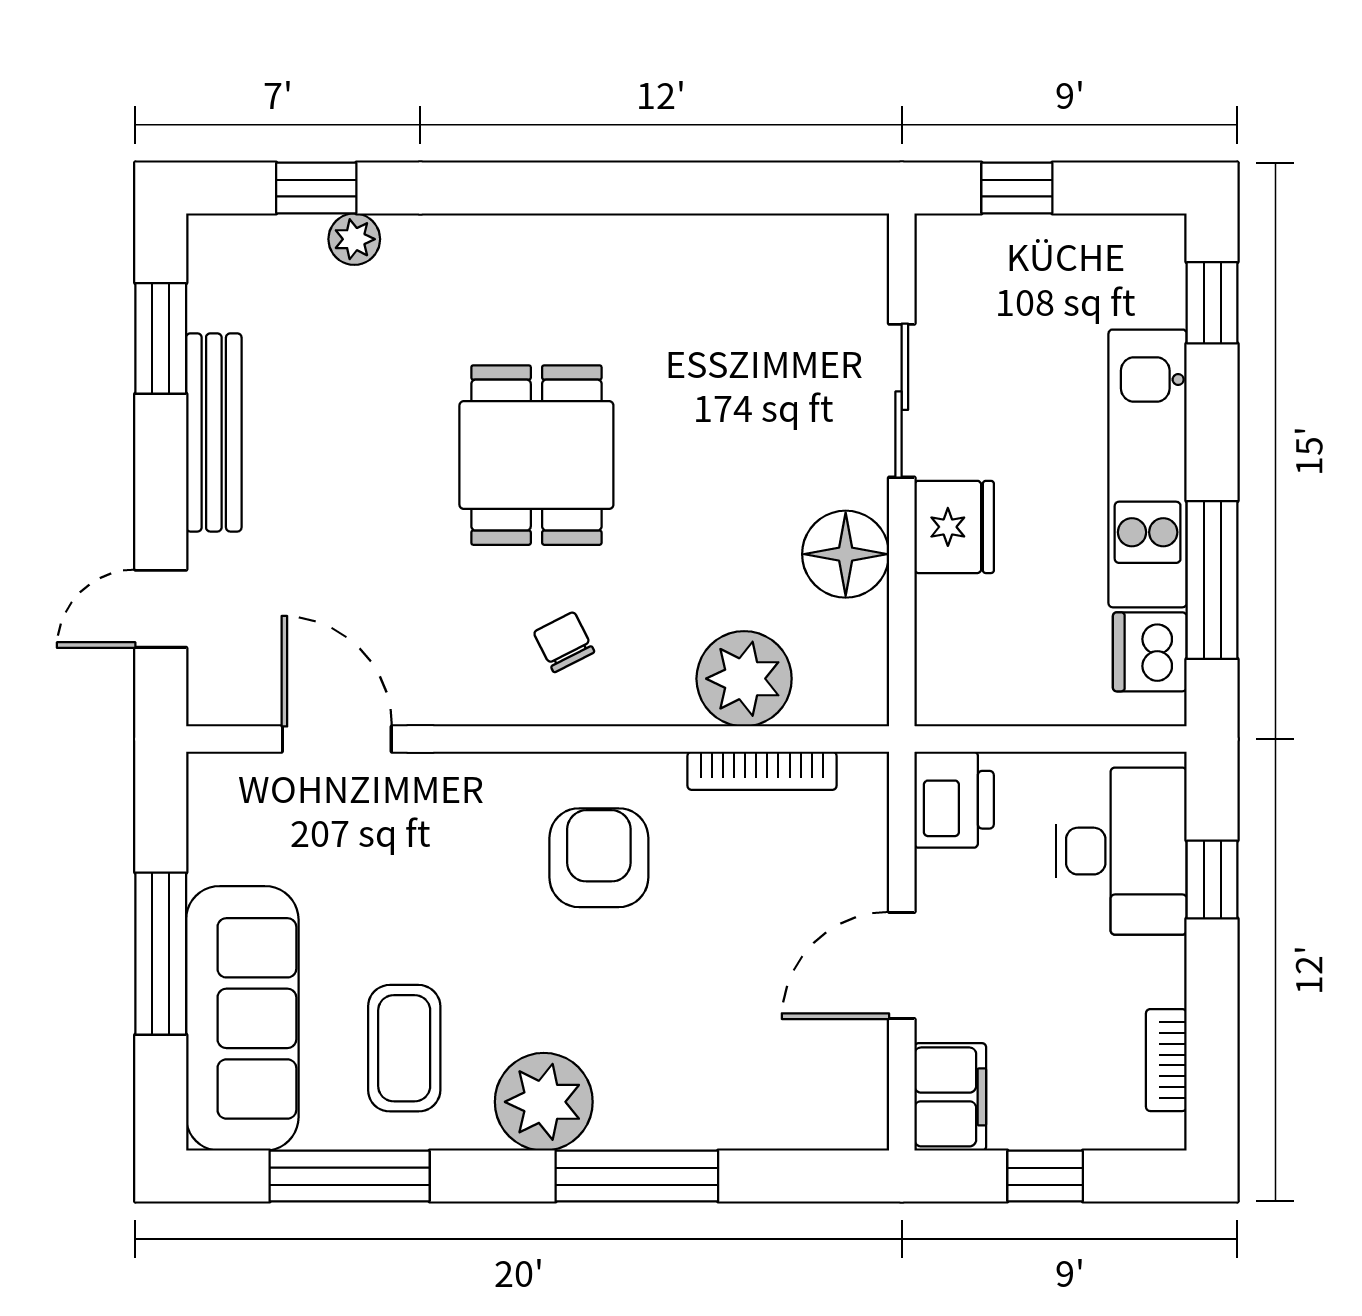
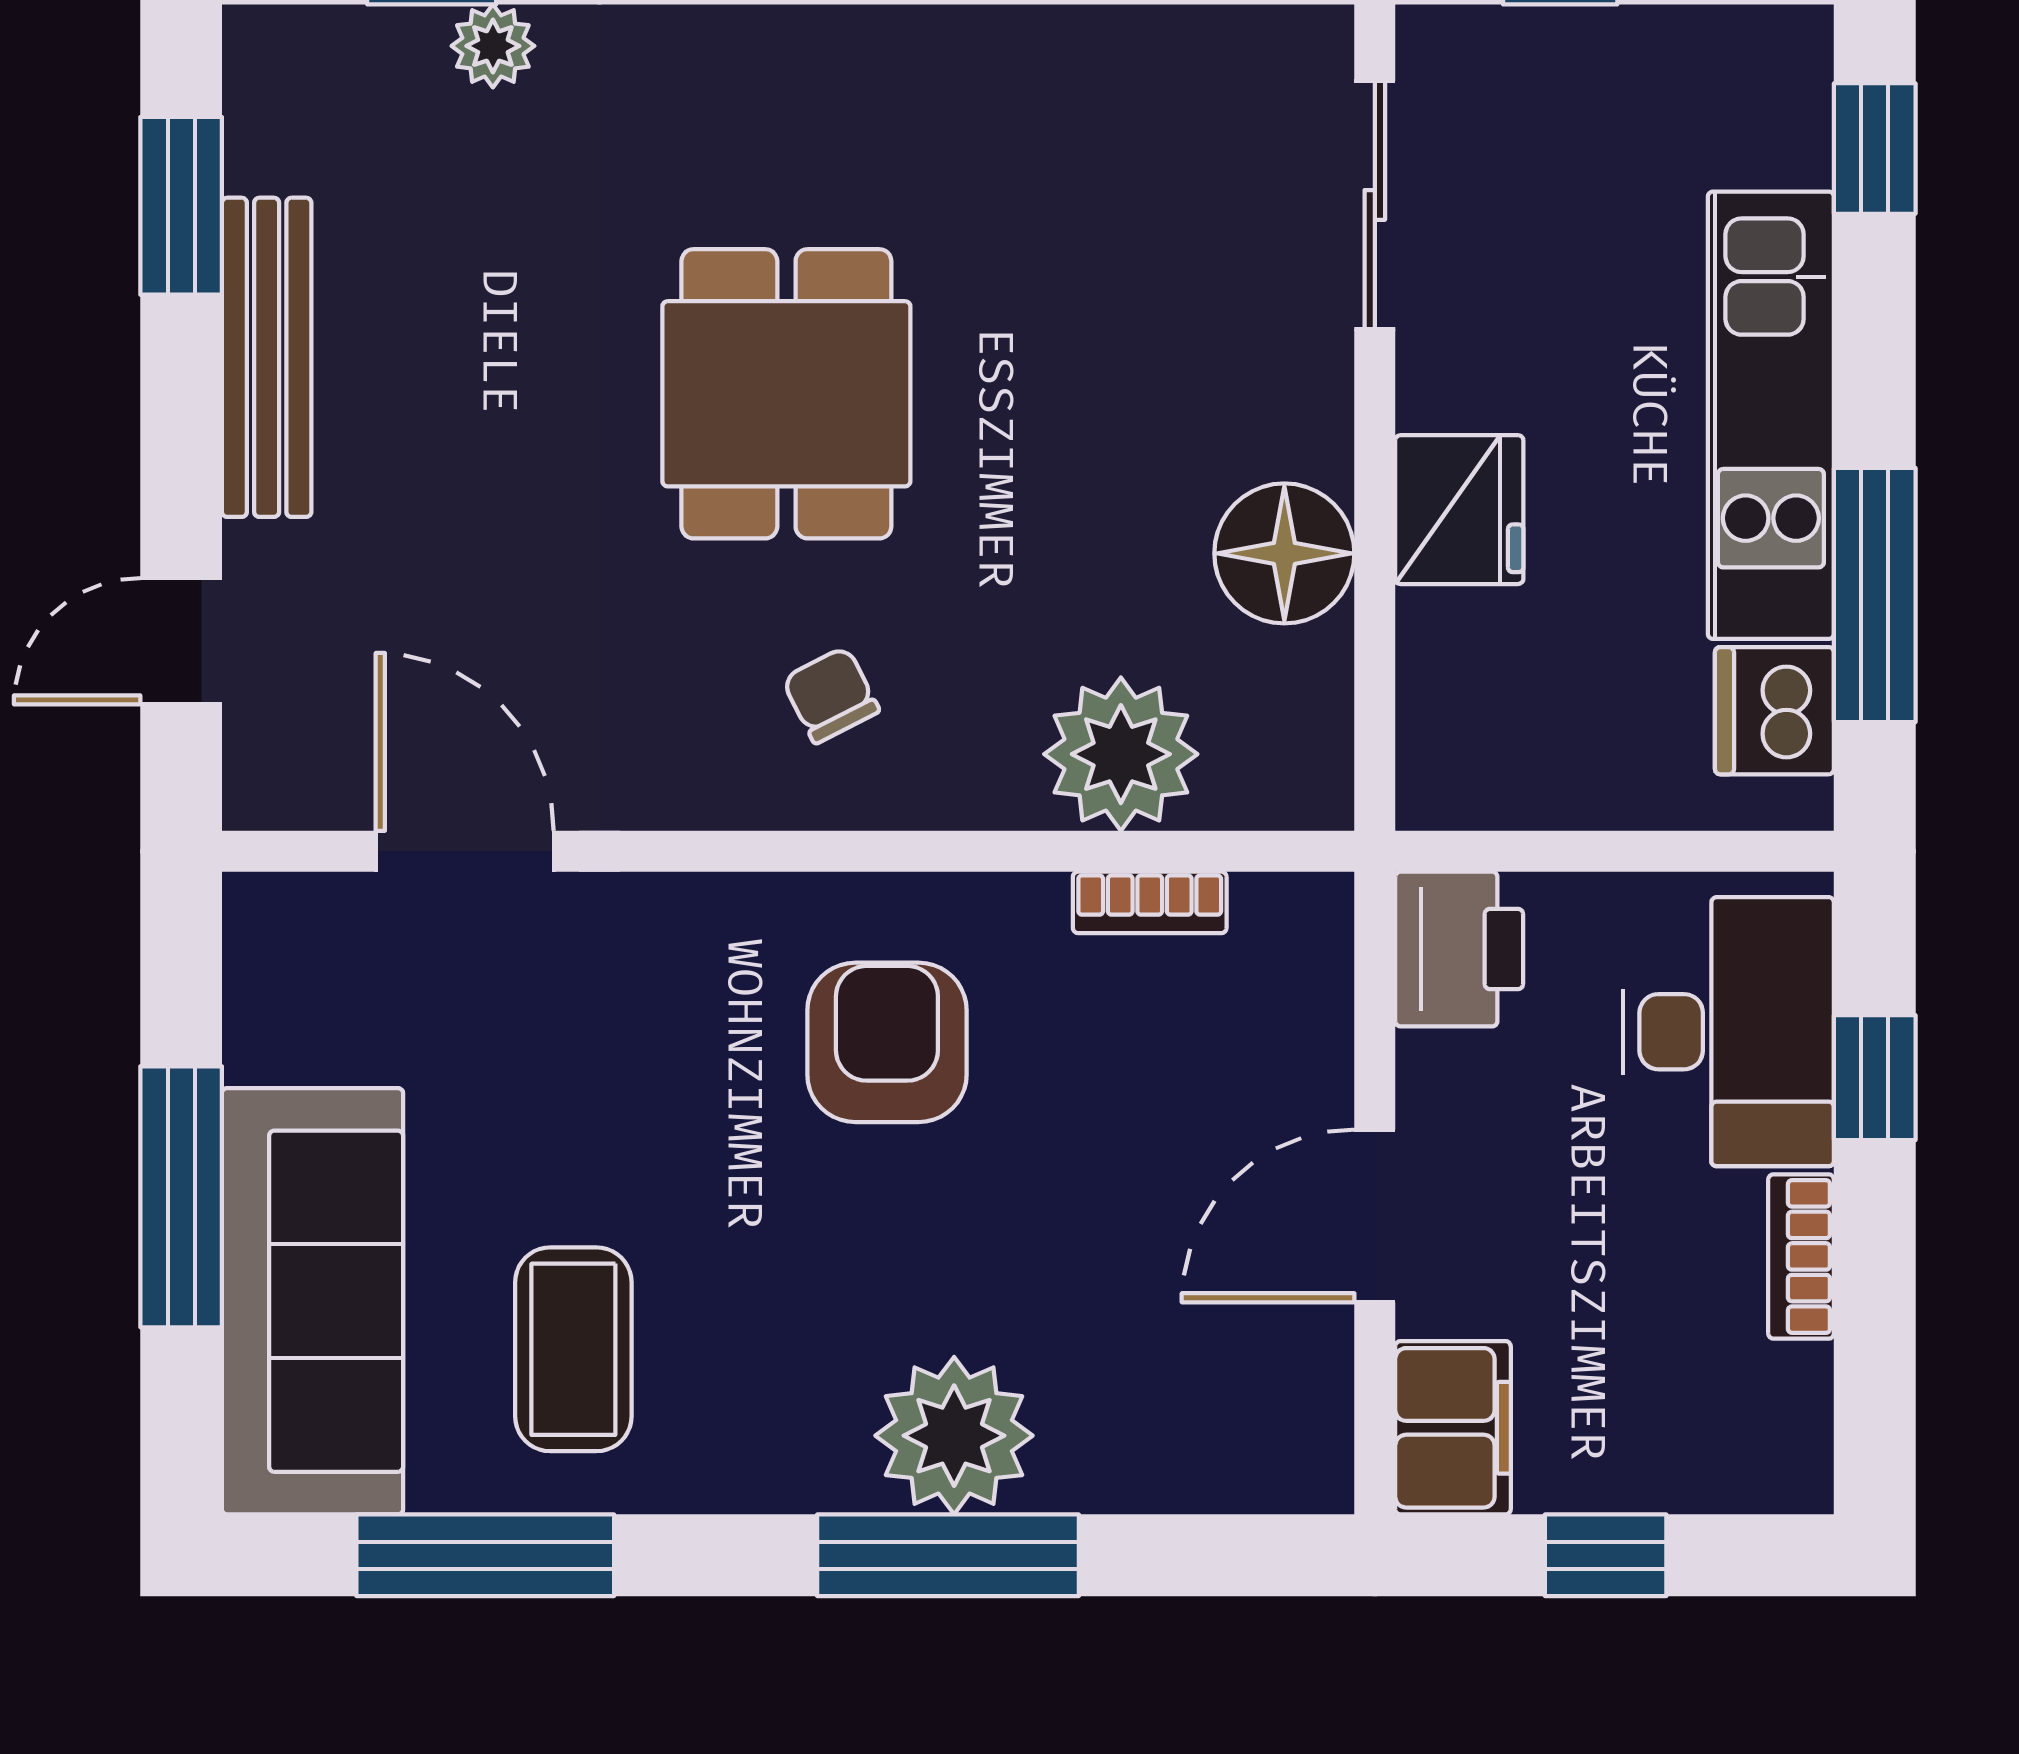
sliding door: (902, 401) -> (1375, 205), moved
bookcase: (762, 771) -> (1150, 902), width x0.64
bookcase: (1166, 1060) -> (1801, 1256), moved
plant: (544, 1102) -> (954, 1436), moved

